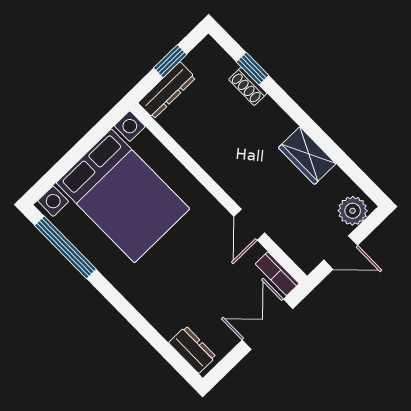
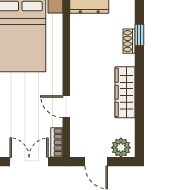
wardrobe: (307, 156) -> (125, 92), width x1.50
door: (249, 225) -> (66, 107), hinge flipped

